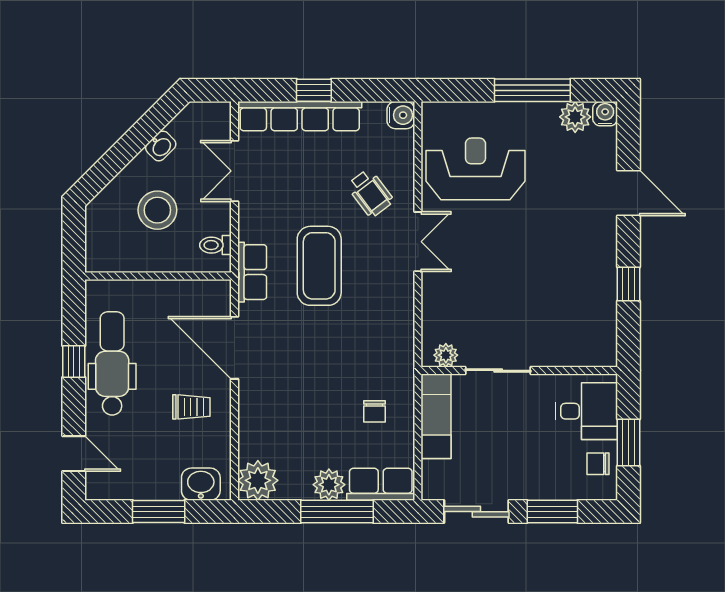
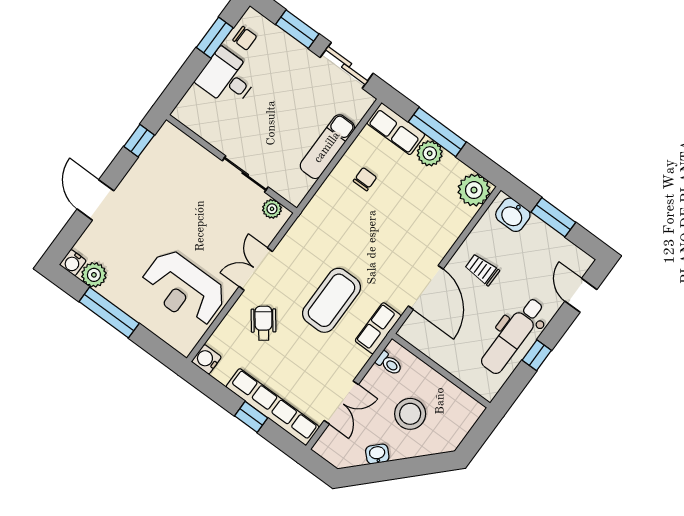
plant: (446, 355) -> (272, 209), moved
sliding door: (498, 370) -> (245, 174), moved
wall: (519, 370) -> (231, 164), moved

